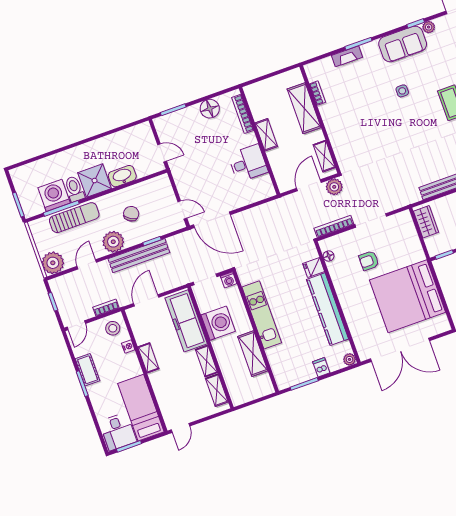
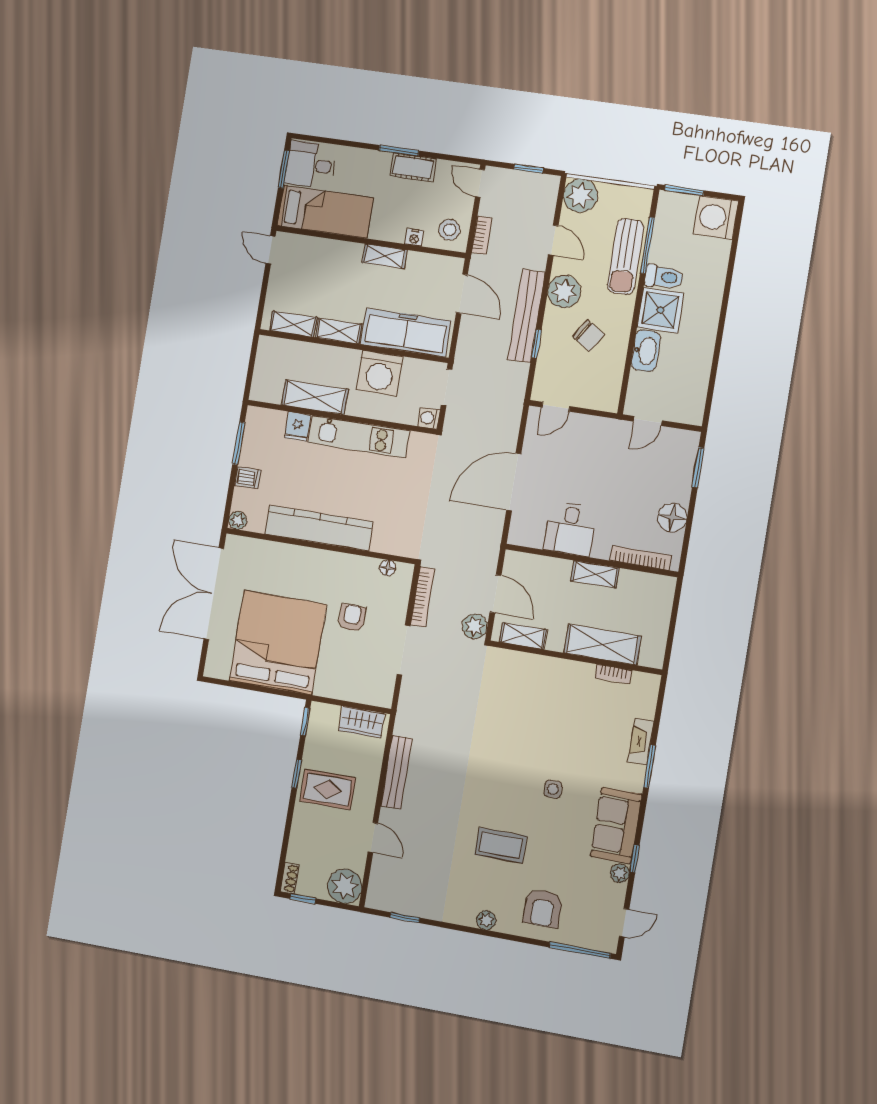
washing machine: (54, 195) -> (716, 217), moved, turned 180
door: (212, 220) -> (514, 482), moved
fridge: (314, 267) -> (298, 427), moved, turned 180

